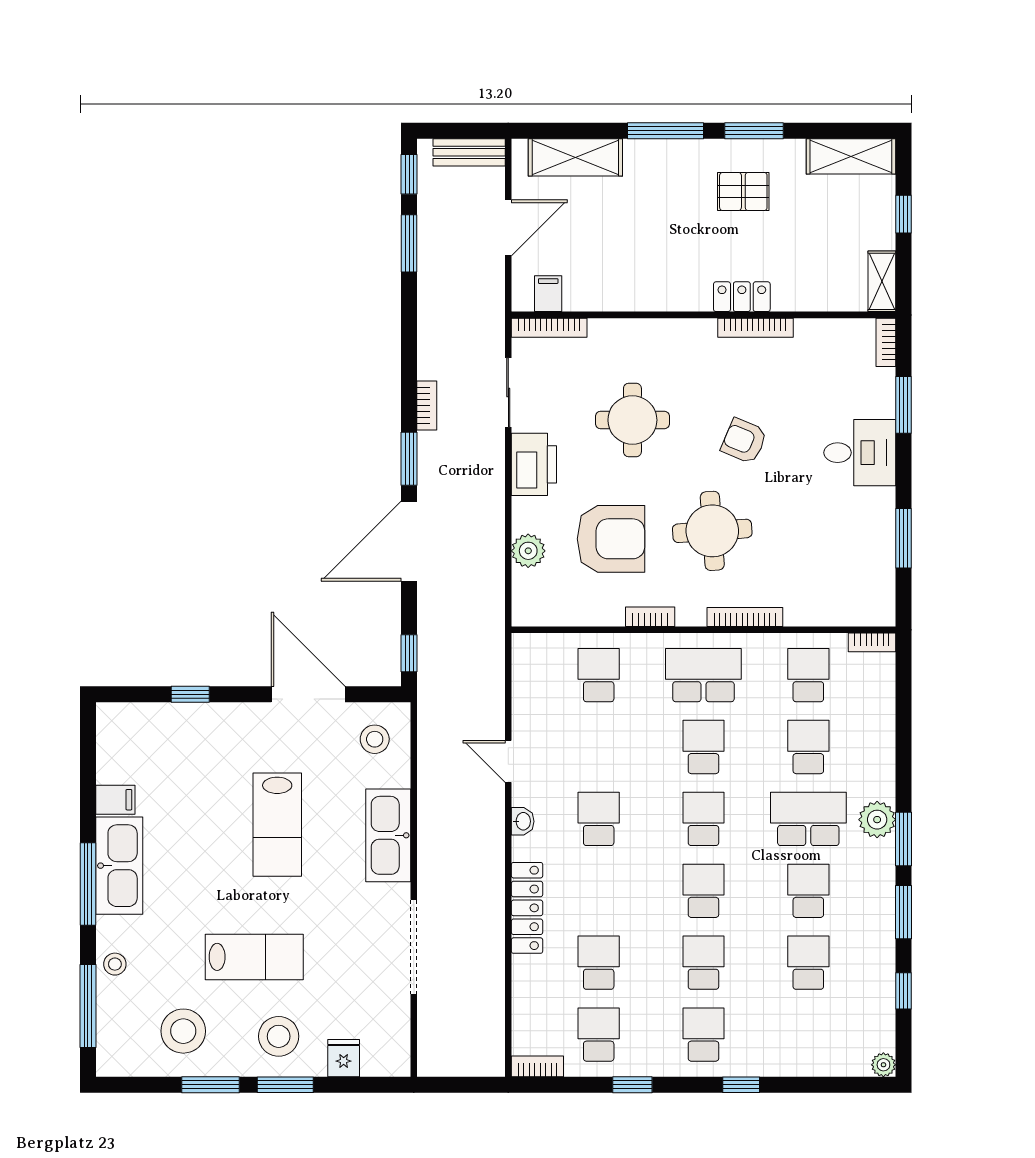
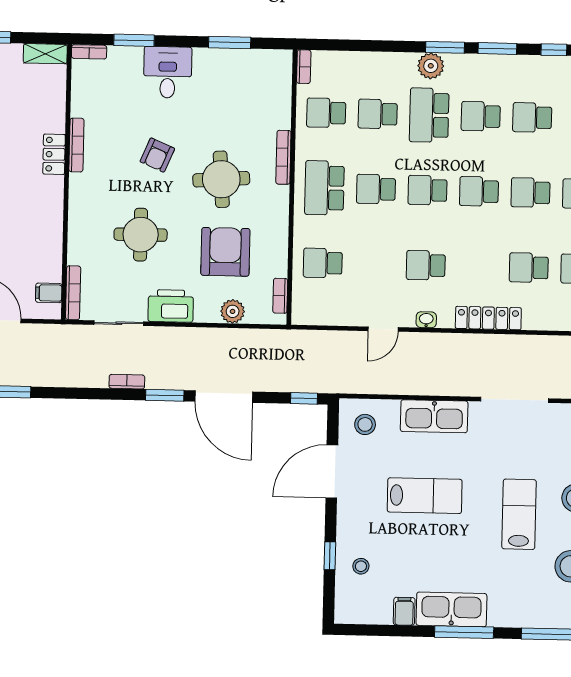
bookcase: (650, 617) -> (280, 296), moved
stool: (115, 964) -> (361, 566), moved

